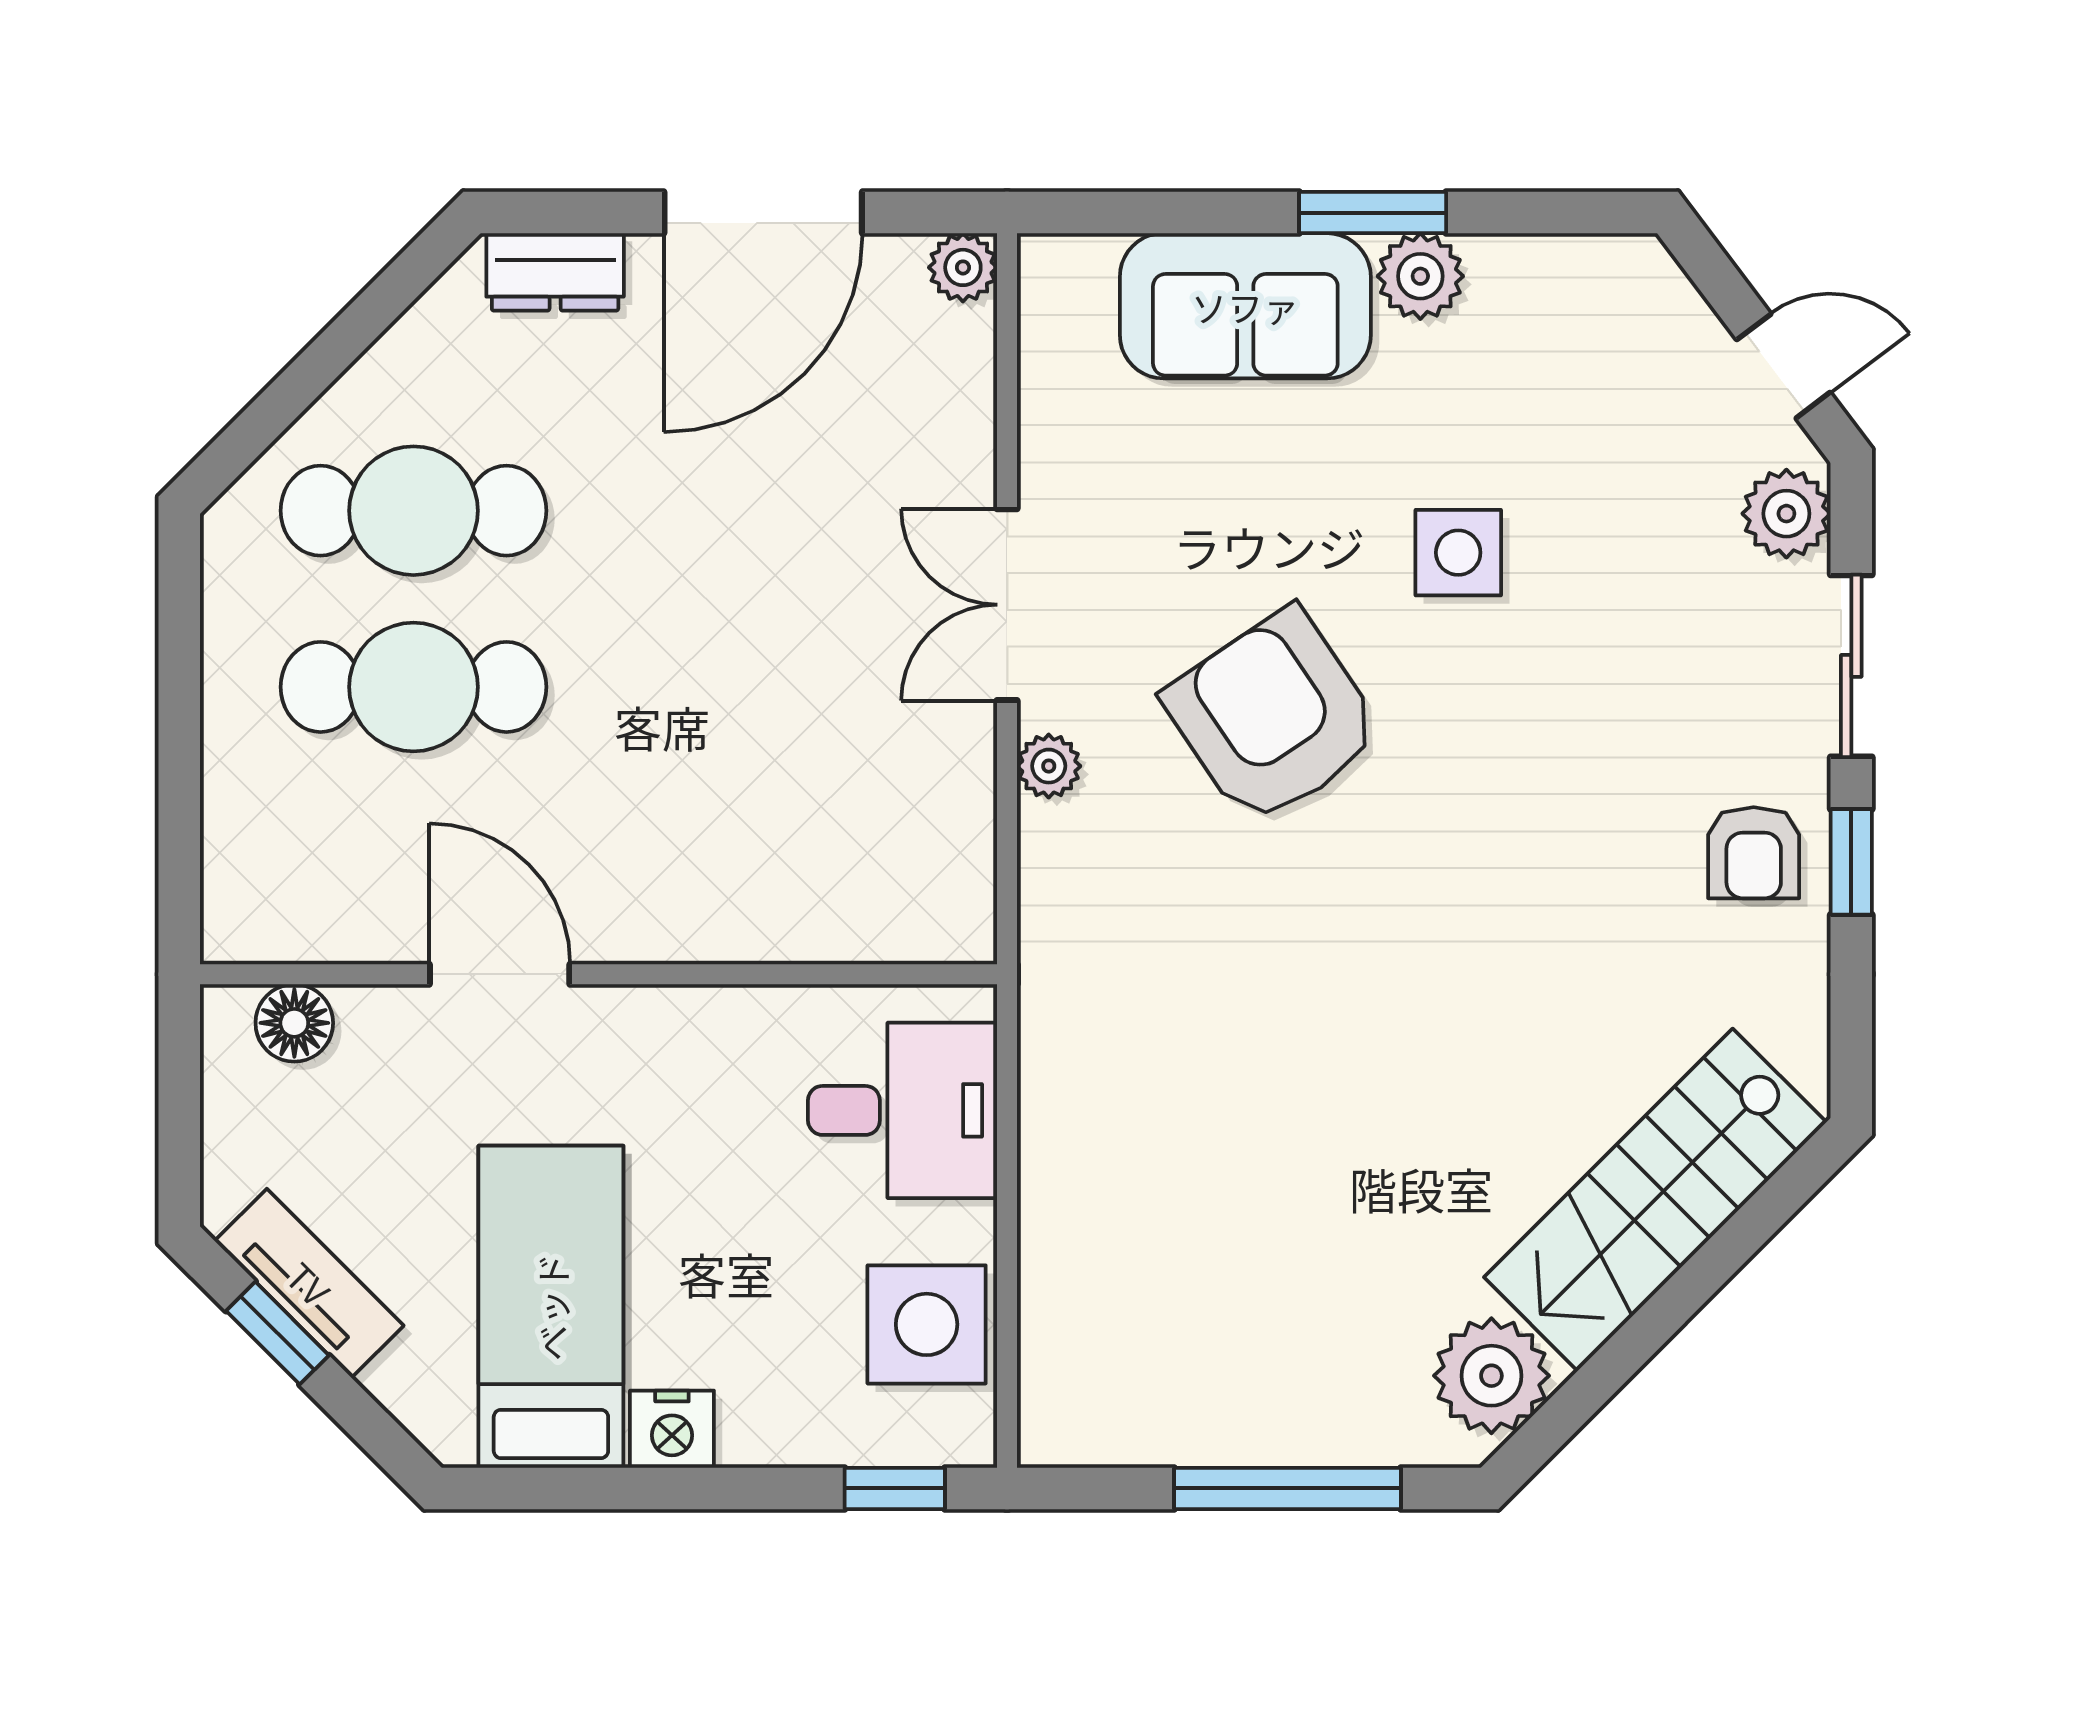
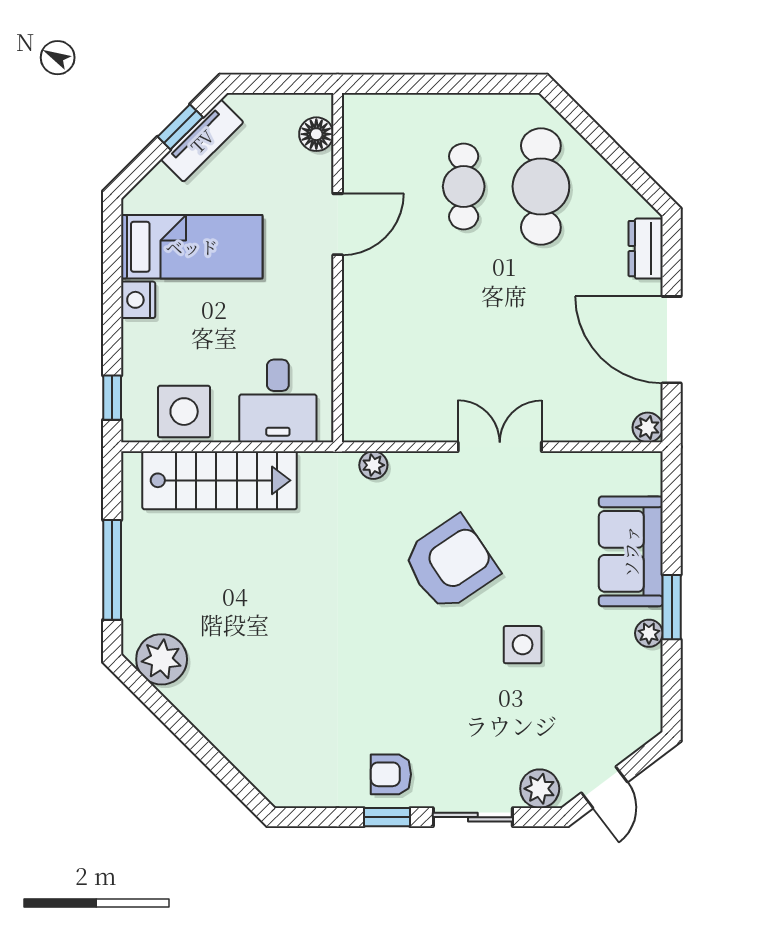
plant: (1420, 276) -> (649, 633), width x0.73, depth x0.73
cafe table: (413, 687) -> (464, 186), width x0.73, depth x0.74
plant: (1049, 766) -> (373, 465), moved
stairs: (1655, 1200) -> (220, 480), moved, turned 135

